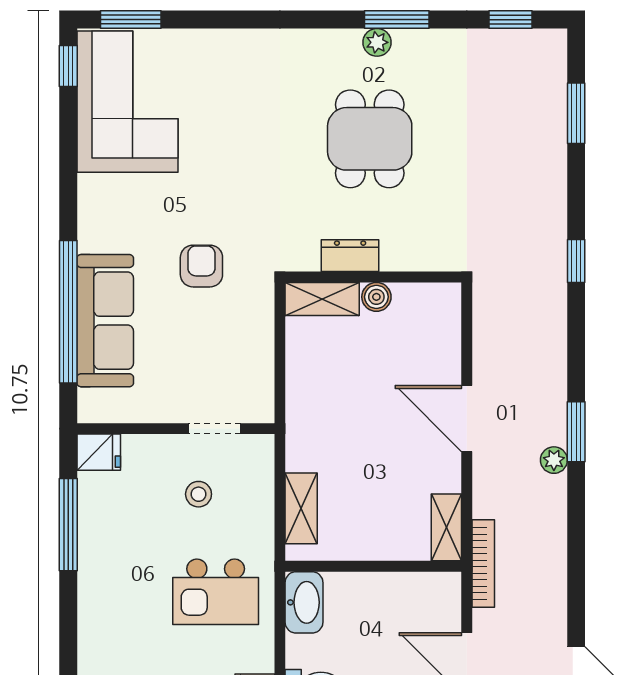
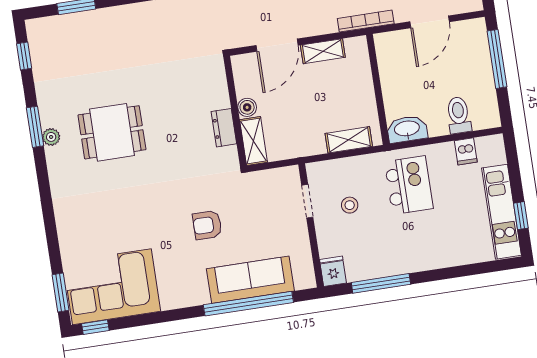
dresser: (350, 256) -> (224, 128), moved
wall: (373, 277) -> (235, 111), moved
boiler: (376, 297) -> (247, 107), moved
shelving: (322, 299) -> (254, 141), moved
shelving: (446, 527) -> (323, 51), moved

